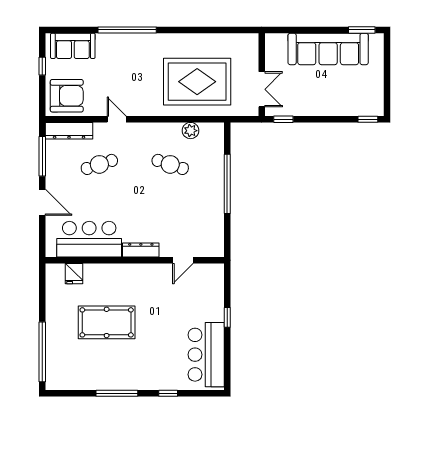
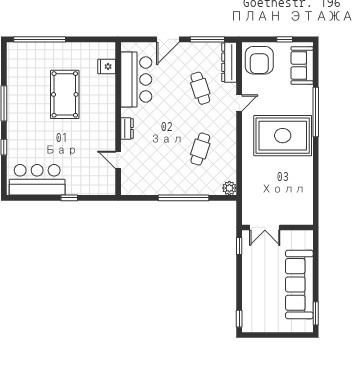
rug: (197, 82) -> (283, 136), moved, turned 90
plant: (191, 131) -> (229, 188), moved
dresser: (141, 250) -> (127, 129), width x0.70

